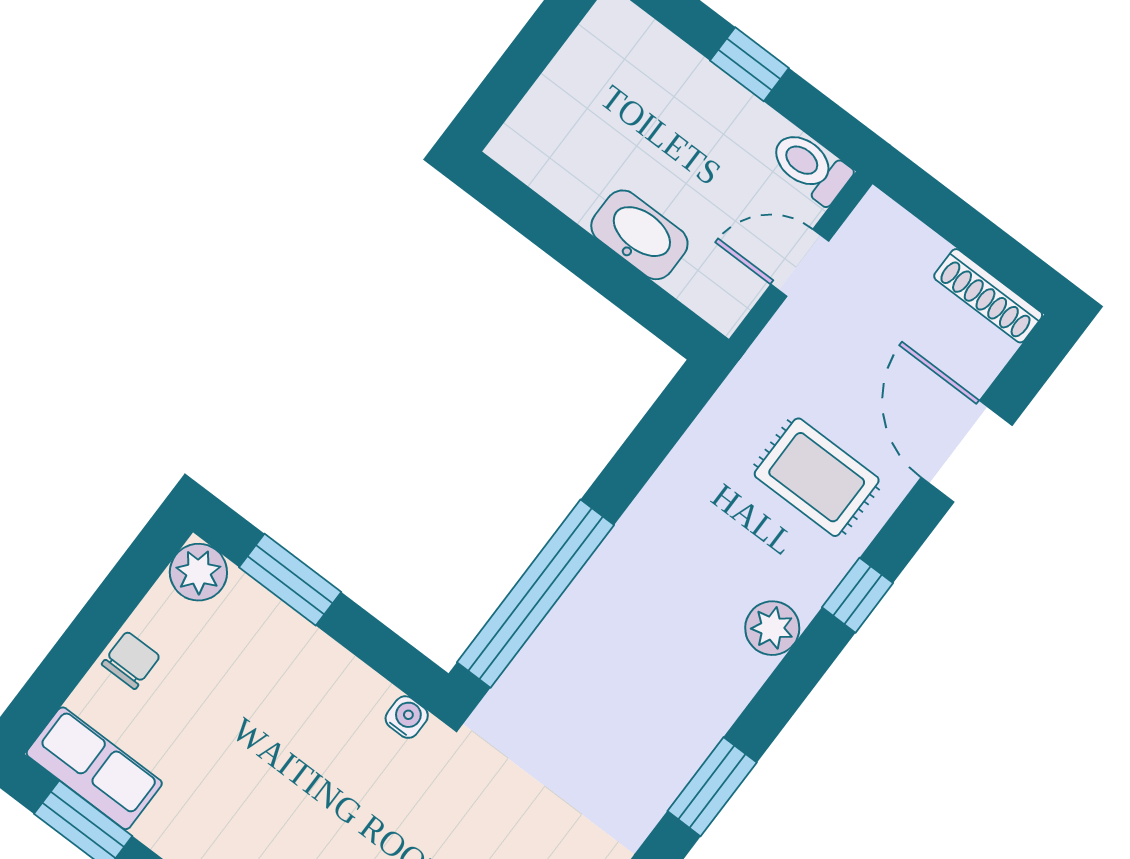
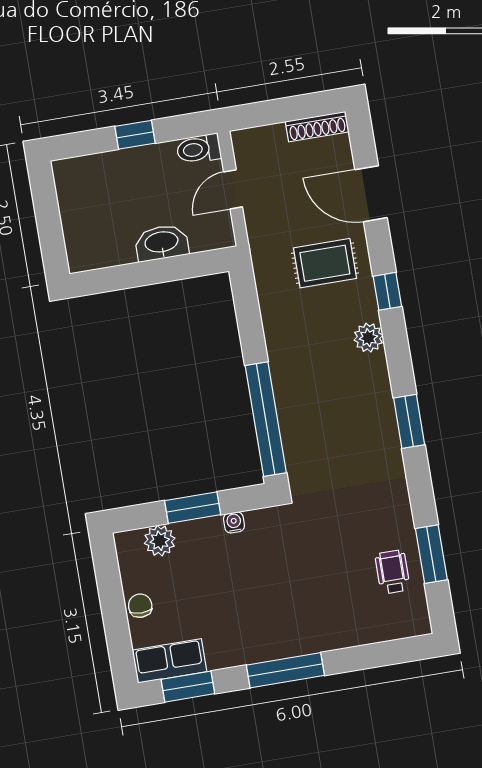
plant: (198, 572) -> (160, 541), moved
window: (290, 580) -> (193, 508), moved
water cooler: (407, 717) -> (234, 522), moved

